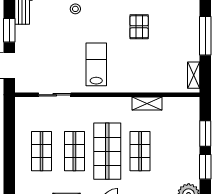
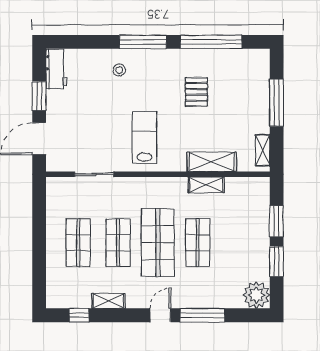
shelving: (152, 85) -> (212, 162), added

